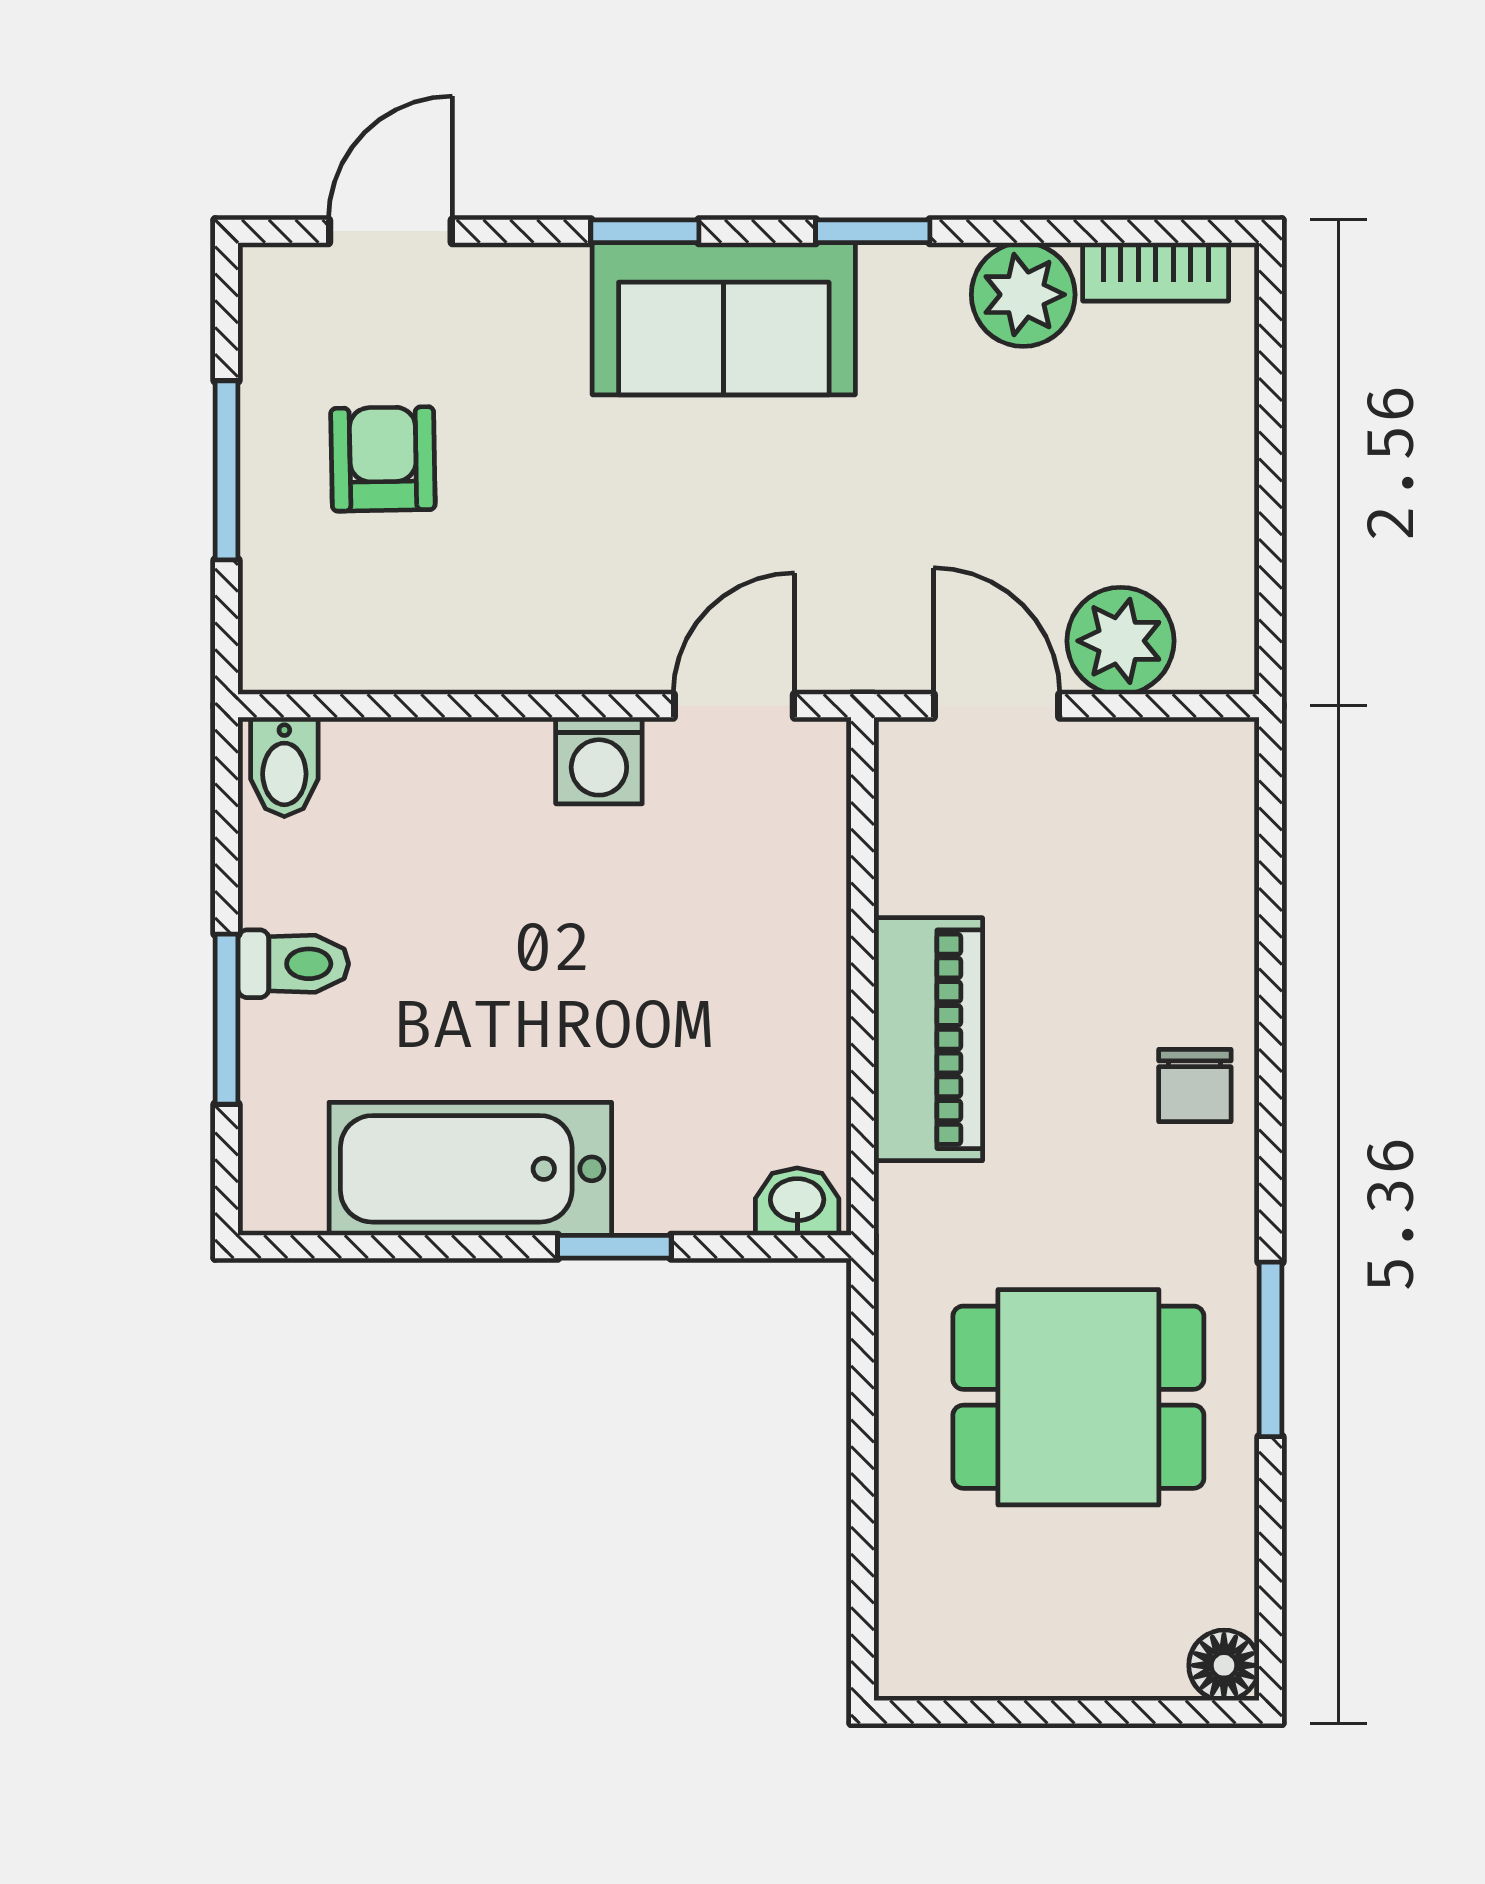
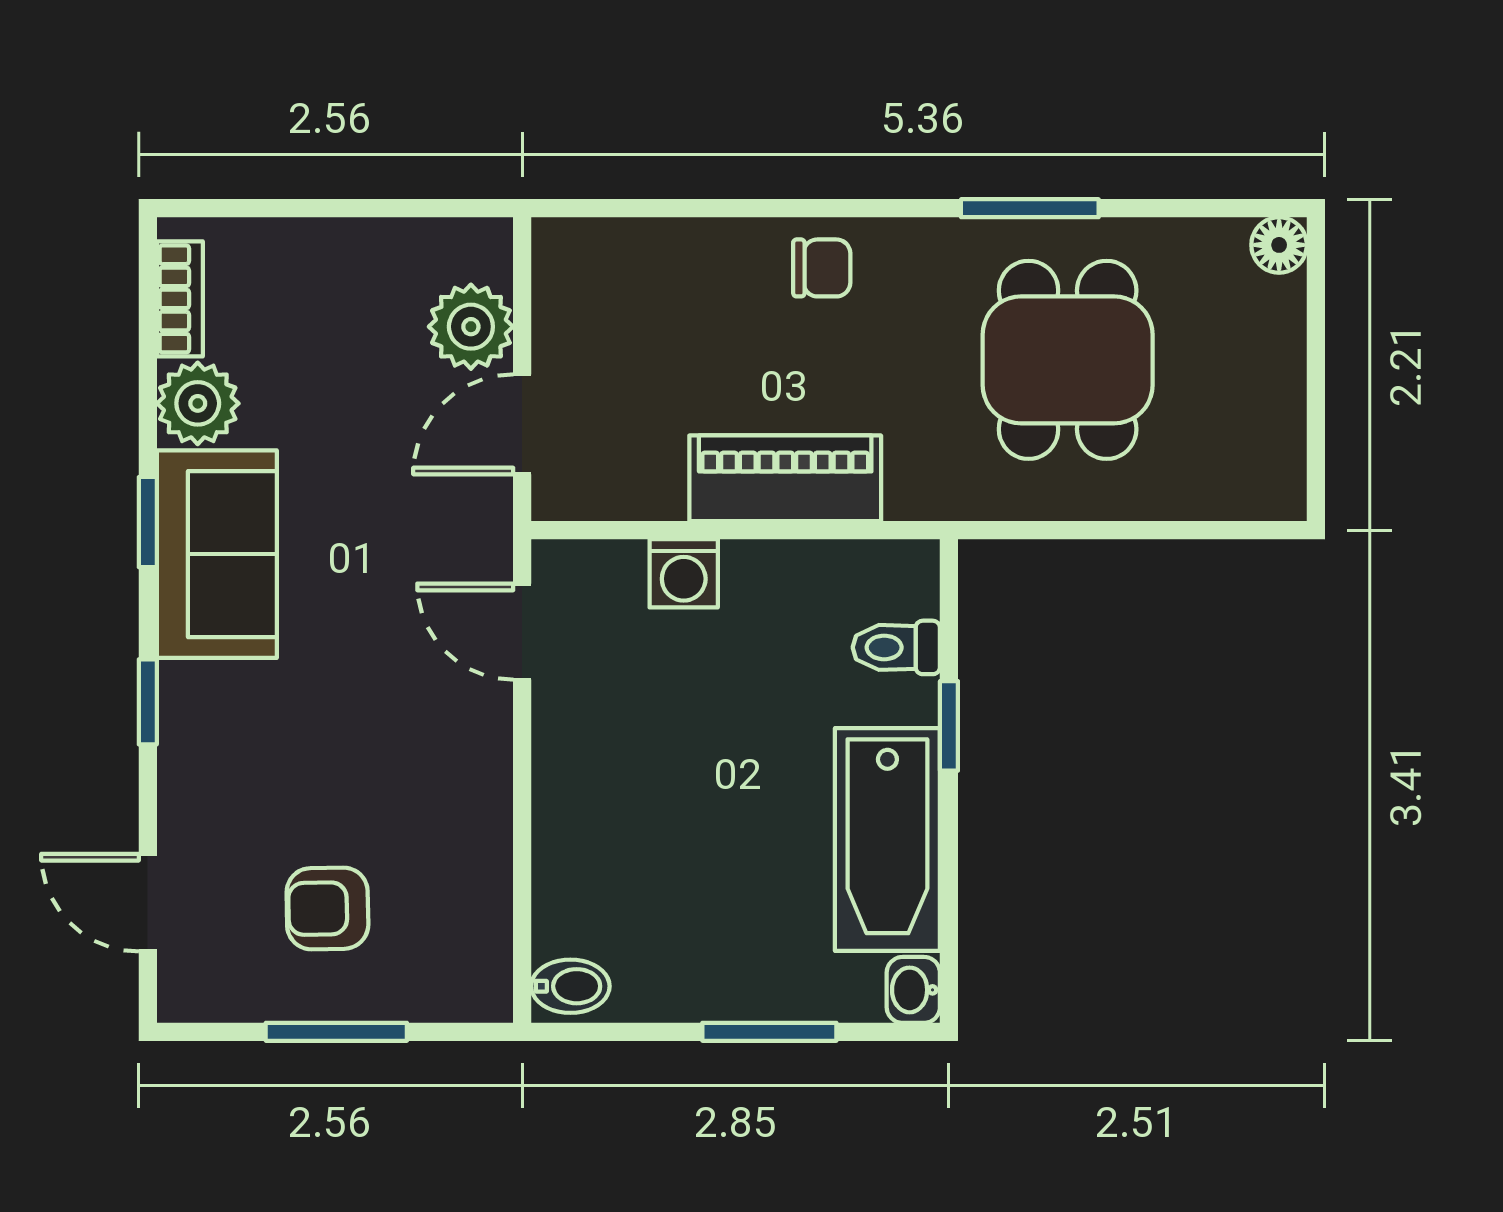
sofa: (724, 319) -> (217, 554), moved
washing machine: (599, 761) -> (684, 573), moved, turned 90
toilet: (293, 964) -> (896, 647), moved, turned -90
washbasin: (797, 1202) -> (913, 990), moved

